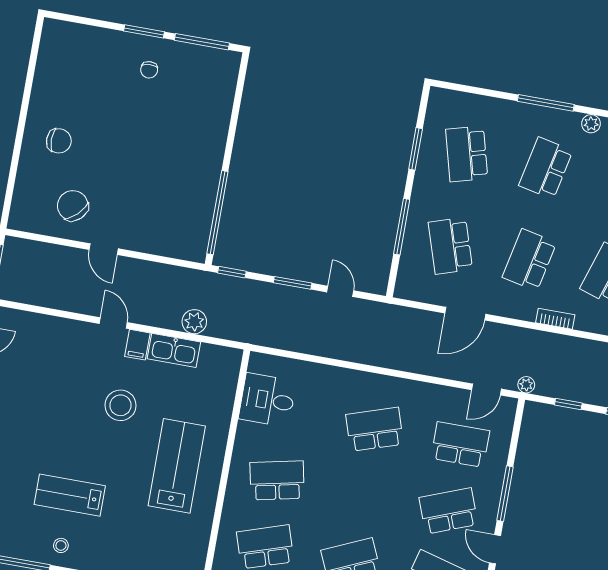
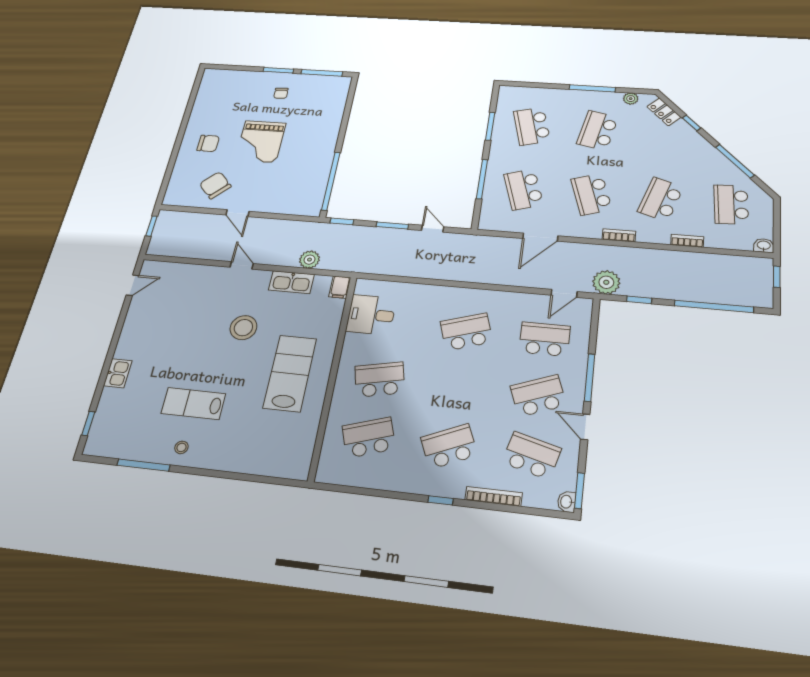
grand piano: (126, 144) -> (261, 142), added
school desk: (529, 260) -> (591, 194), turned -30
filing cabinet: (137, 345) -> (340, 287), moved
plant: (526, 385) -> (606, 282), width x1.88, depth x1.88

